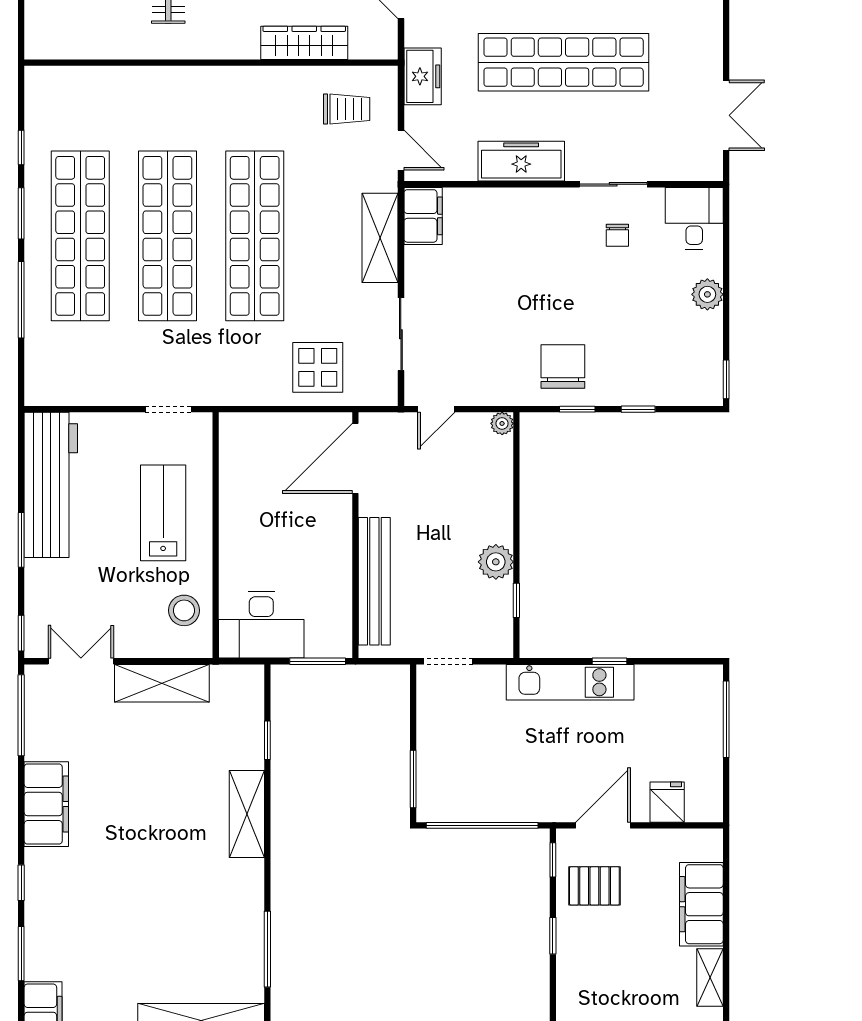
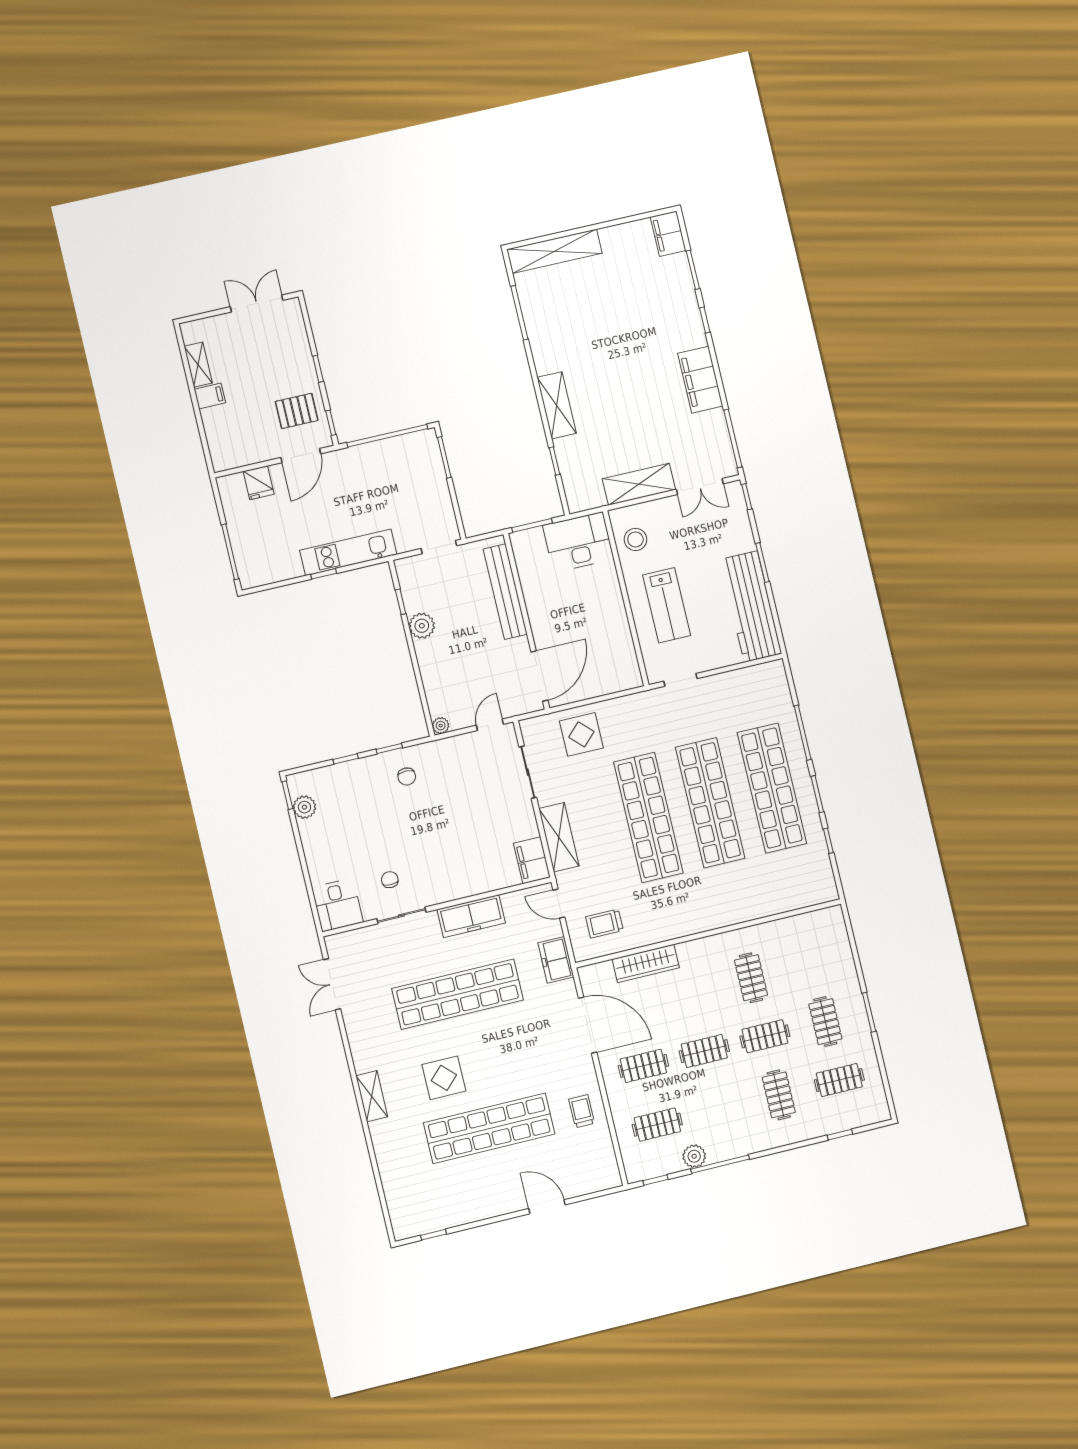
plant: (707, 294) -> (304, 807), moved
chair: (563, 366) -> (407, 777), width x0.54, depth x0.54
filing cabinet: (701, 904) -> (210, 396), width x0.33, depth x0.86

